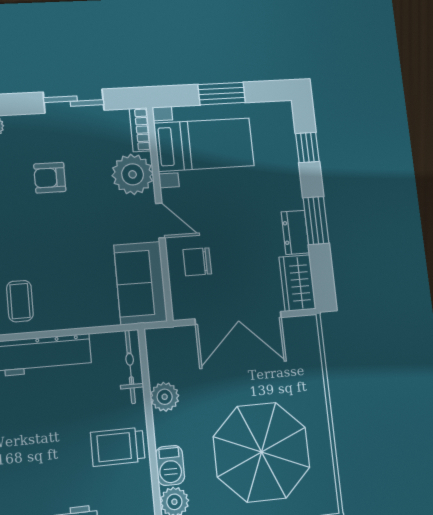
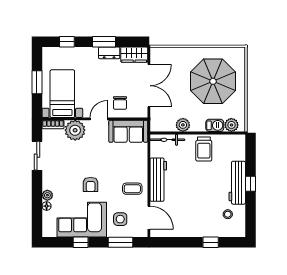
armchair: (50, 178) -> (91, 185), moved

